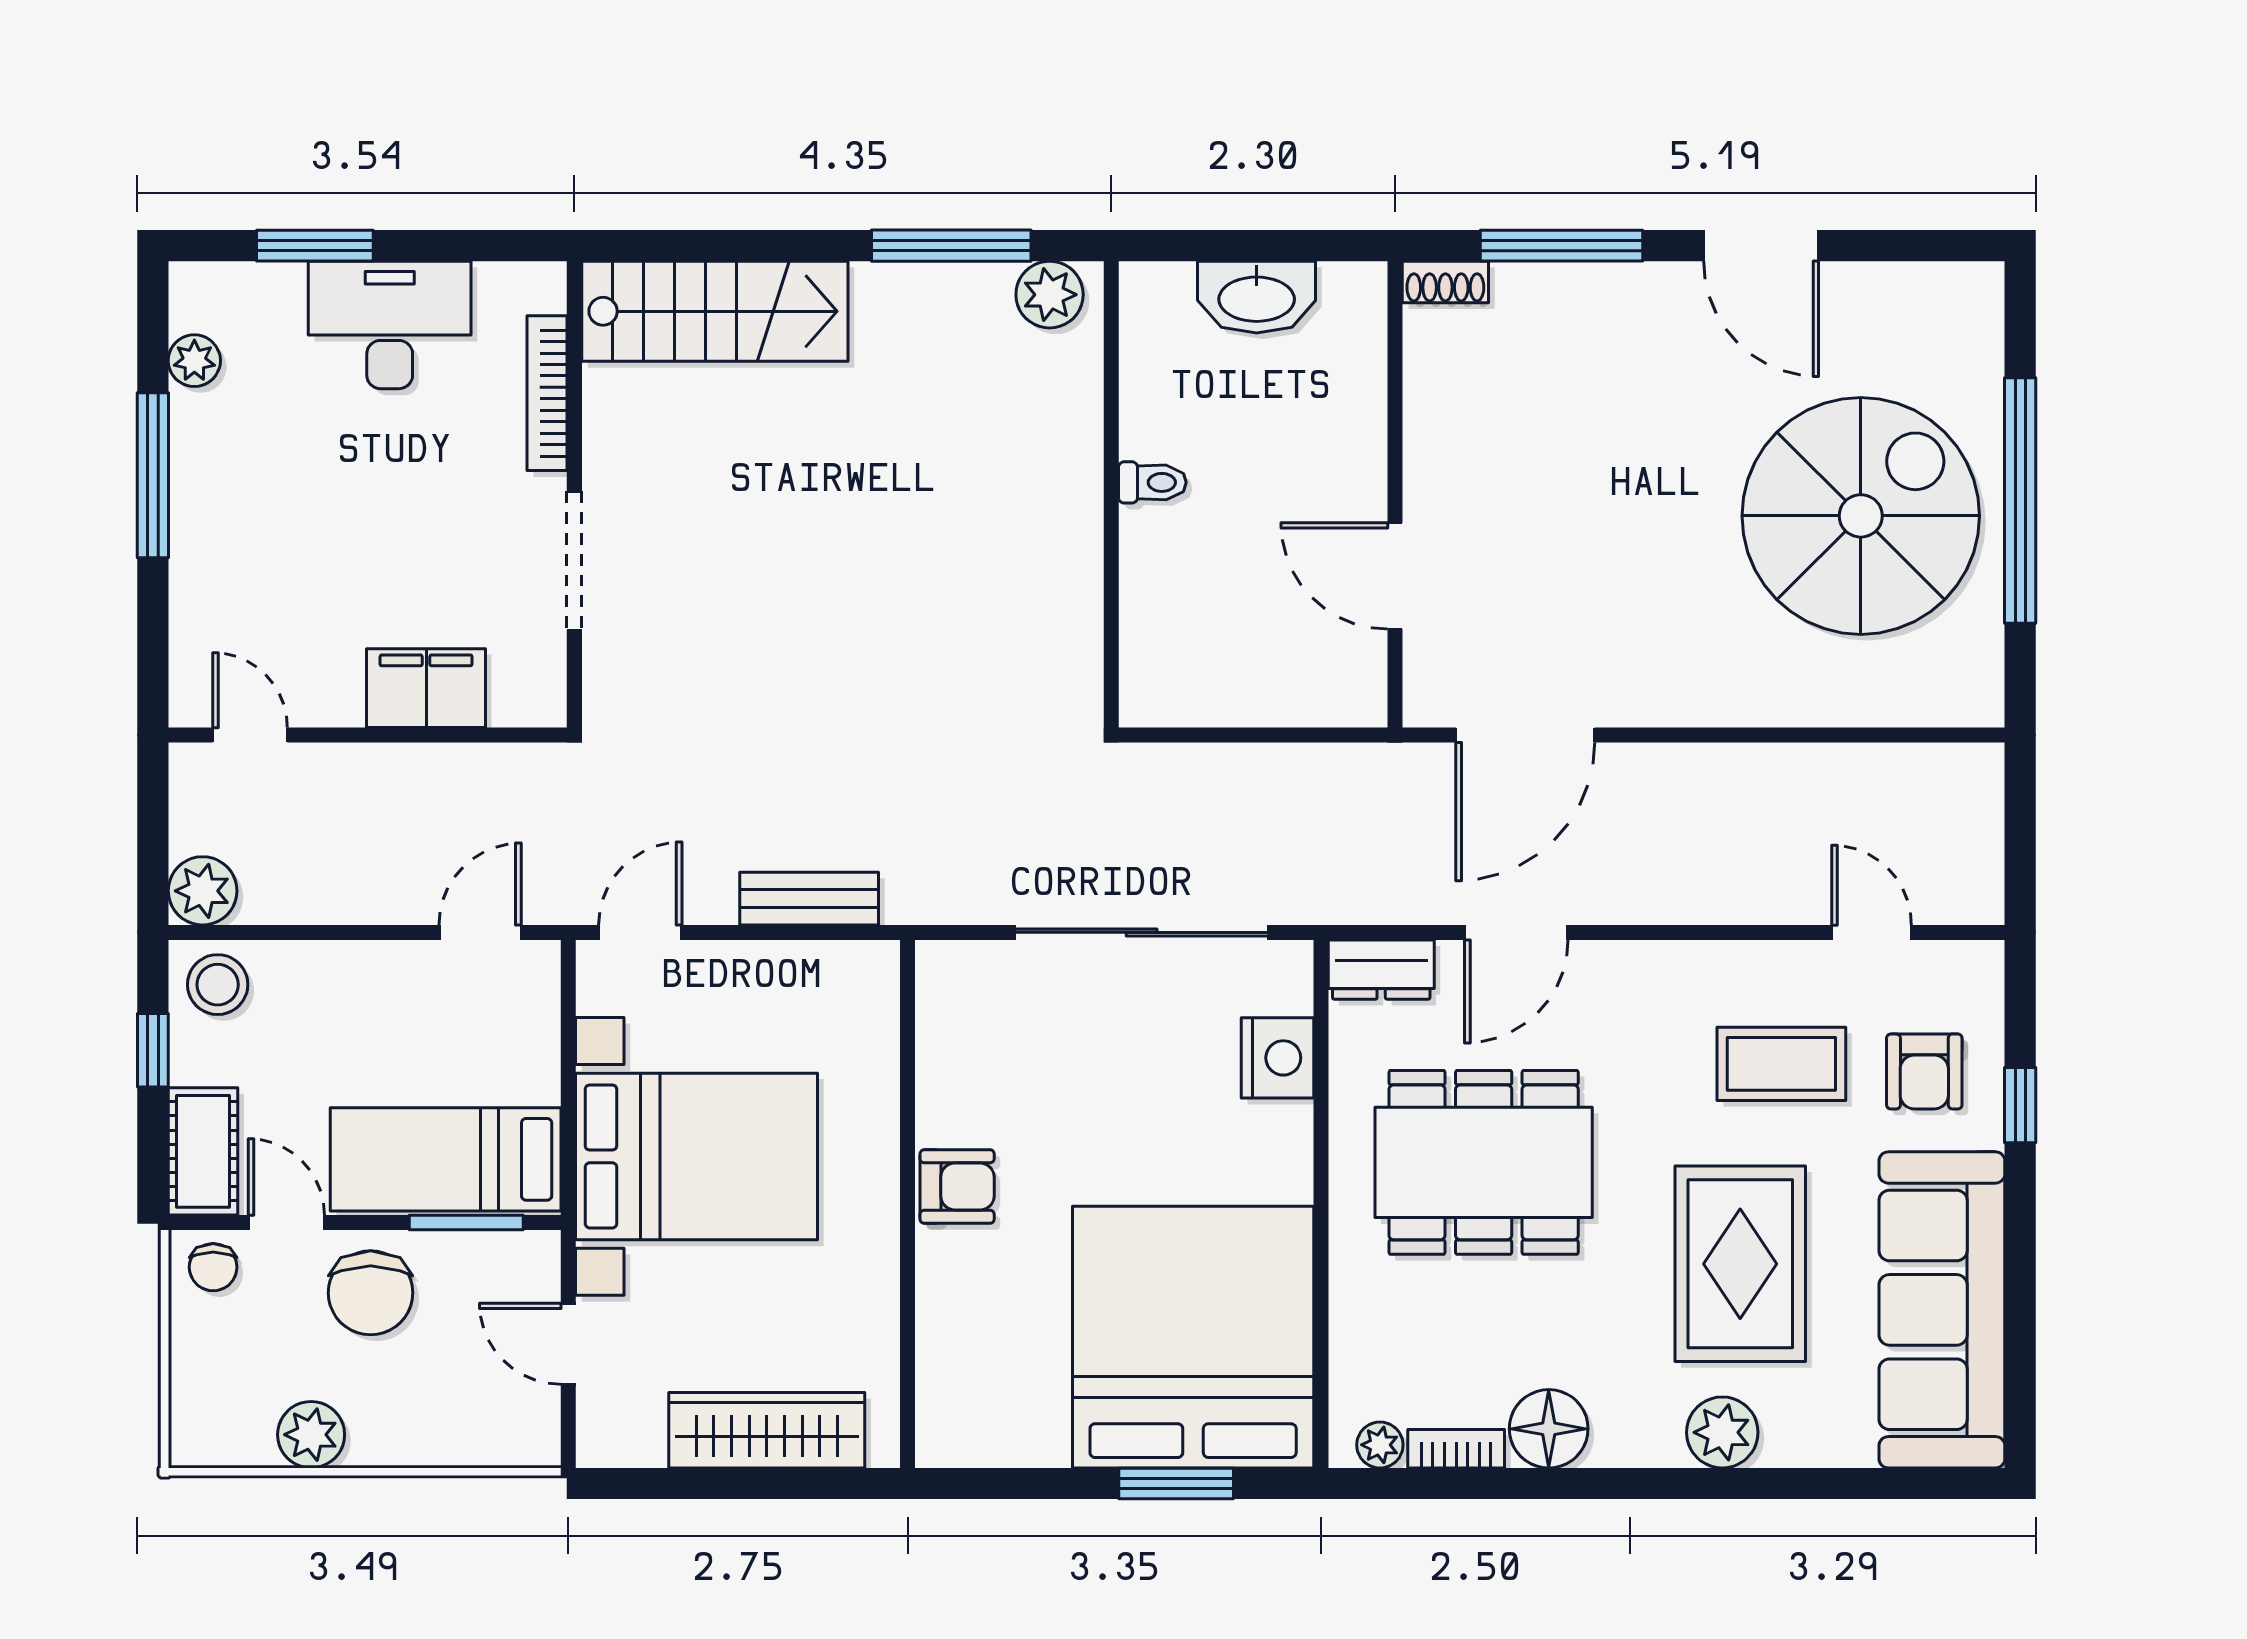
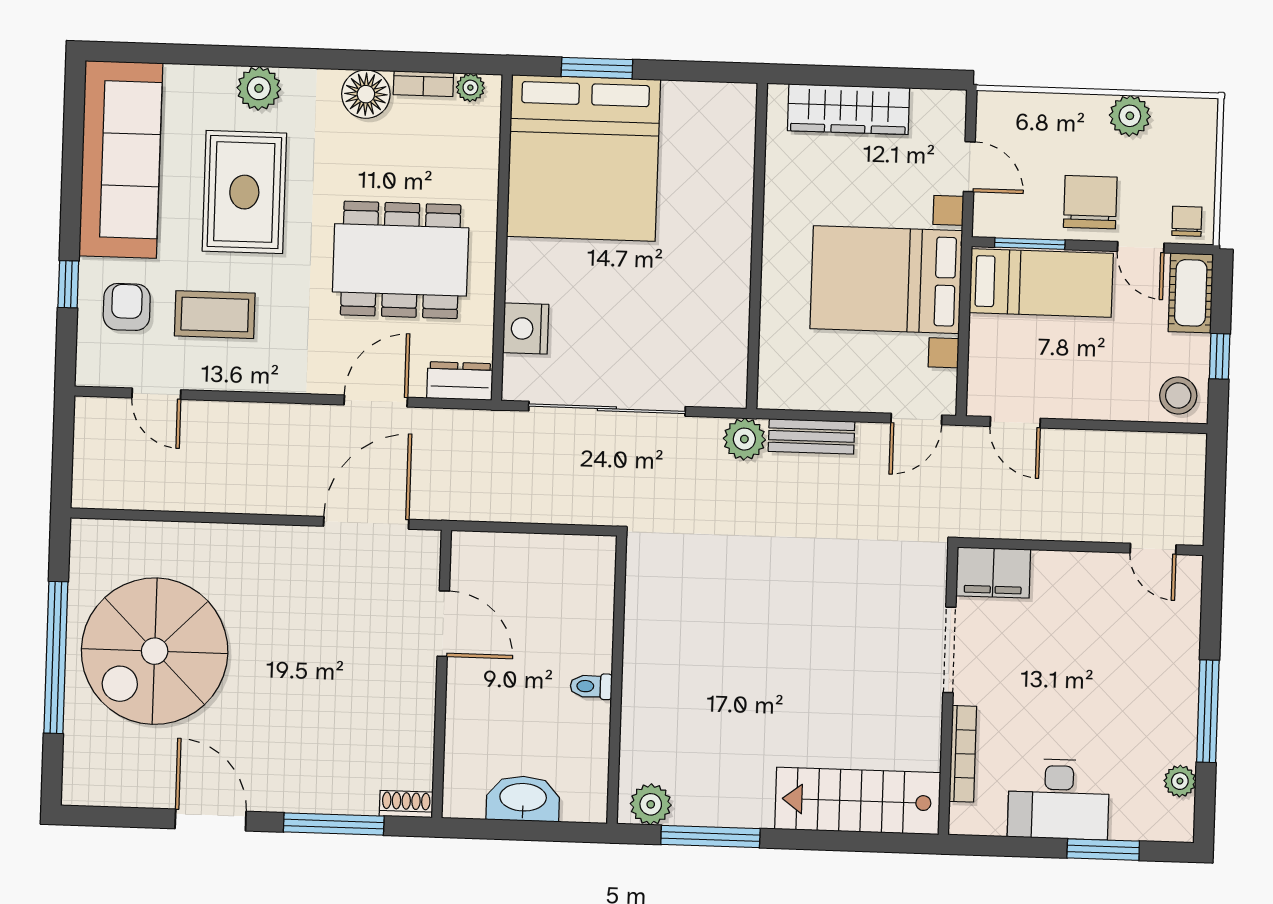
filing cabinet: (426, 688) -> (993, 573), moved
plant: (203, 891) -> (744, 439), moved
door: (480, 932) -> (1015, 422), hinge flipped
armchair: (957, 1187) -> (726, 256), removed

